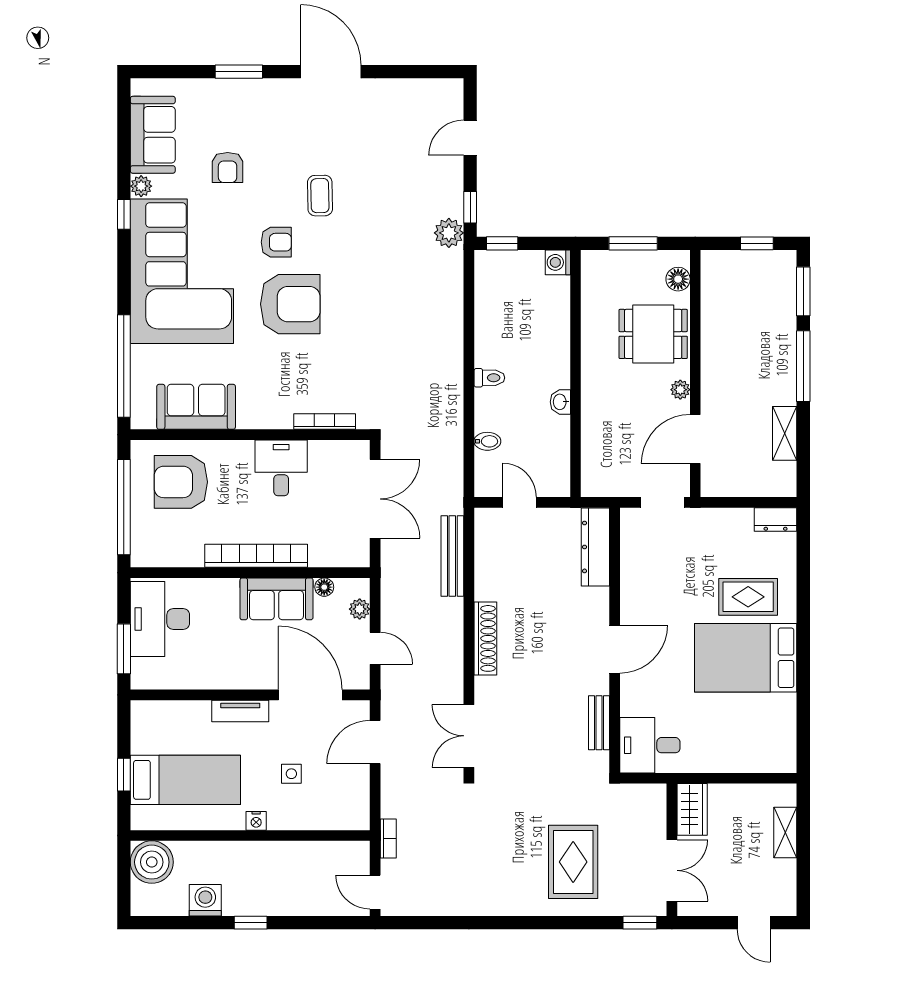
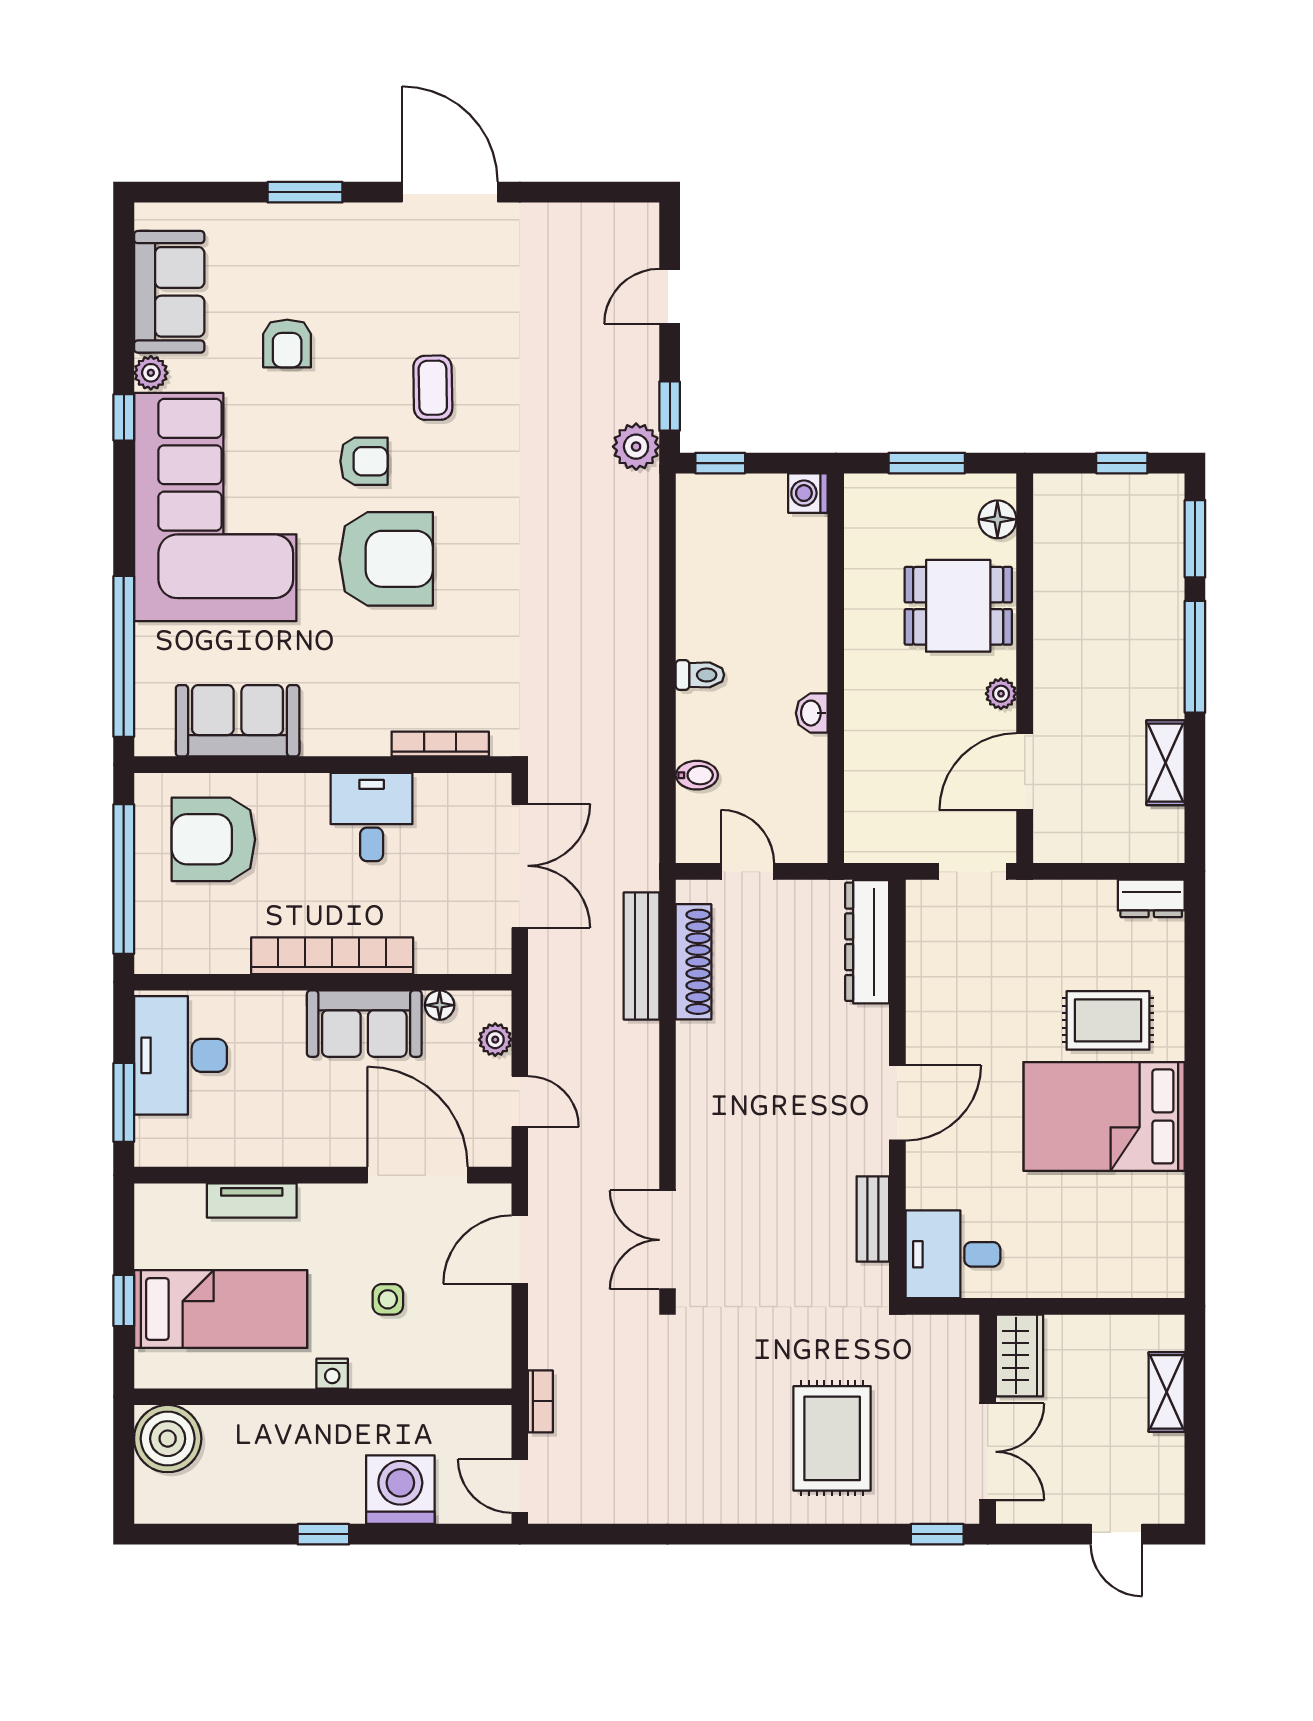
shoe rack: (485, 638) -> (694, 962), moved
tv unit: (240, 711) -> (252, 1200), moved
washing machine: (205, 900) -> (400, 1490), moved, width x1.37, depth x1.37

